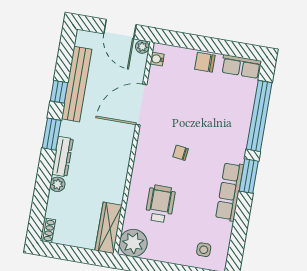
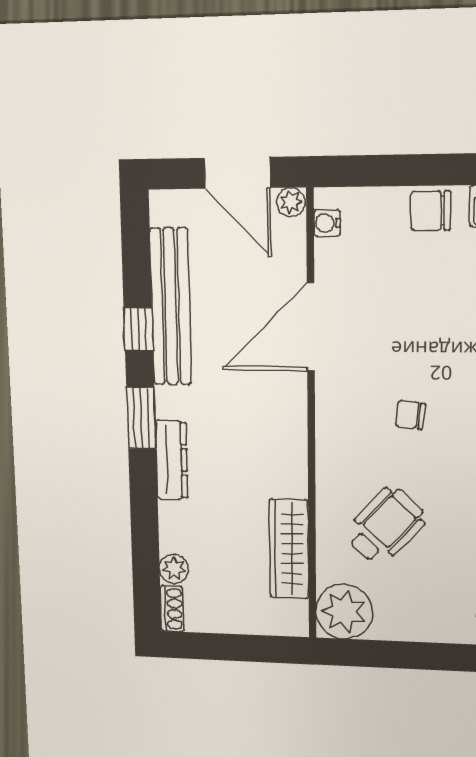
plant: (57, 184) -> (174, 569), moved
wheelchair: (160, 204) -> (385, 526), turned 43
wardrobe: (109, 228) -> (289, 549), moved

